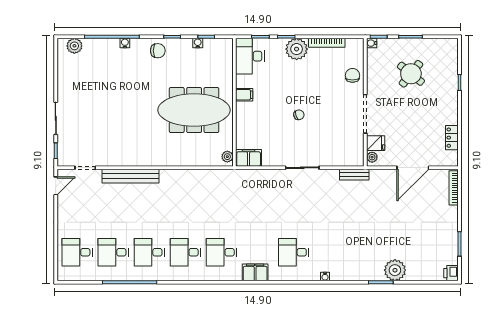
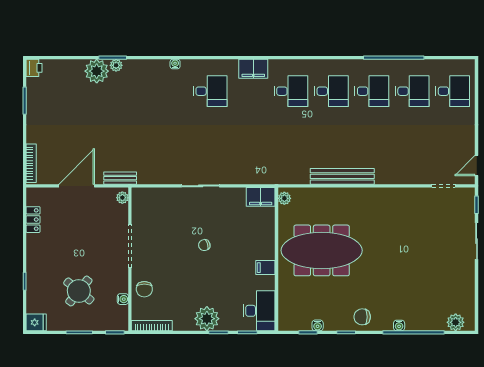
bookcase: (327, 43) -> (152, 326), moved
water cooler: (372, 43) -> (123, 299), moved
fridge: (376, 143) -> (36, 322), moved, turned 180
bench: (354, 175) -> (120, 178), moved
bench: (131, 176) -> (342, 176), moved
plant: (378, 275) -> (116, 65), added

